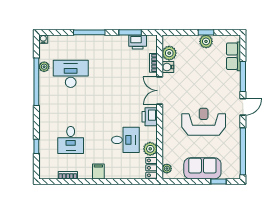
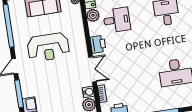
desk: (125, 140) -> (117, 20), turned 180

